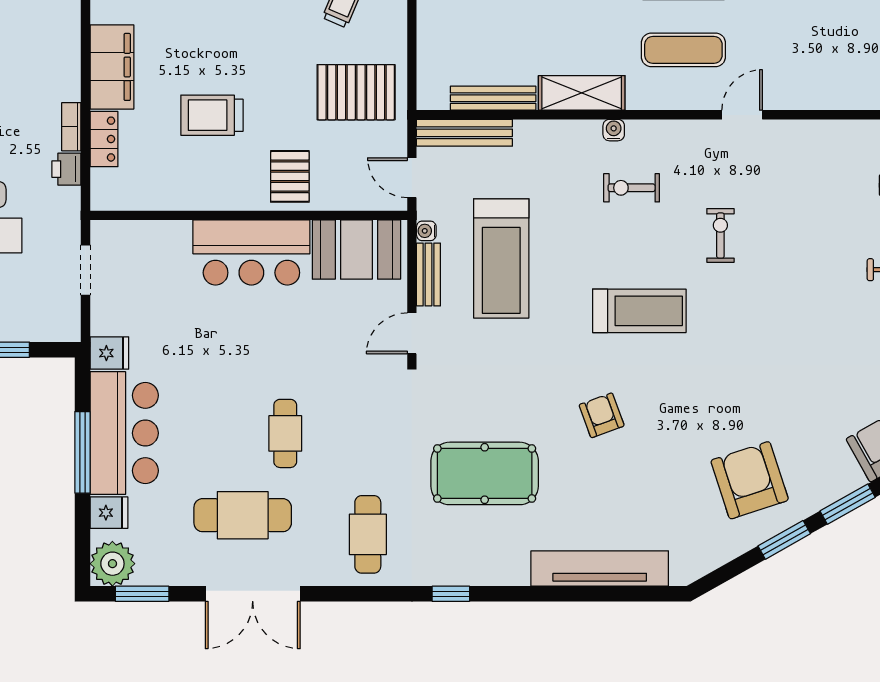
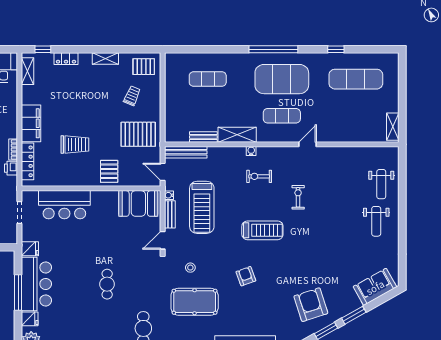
bench: (493, 98) -> (203, 137), width x0.73
trolley: (212, 115) -> (75, 144), turned 180
locker: (104, 139) -> (28, 161), width x1.53
bar counter: (251, 252) -> (64, 205), moved
stool: (475, 396) -> (190, 268), added
cafe table: (243, 515) -> (88, 320), removed

